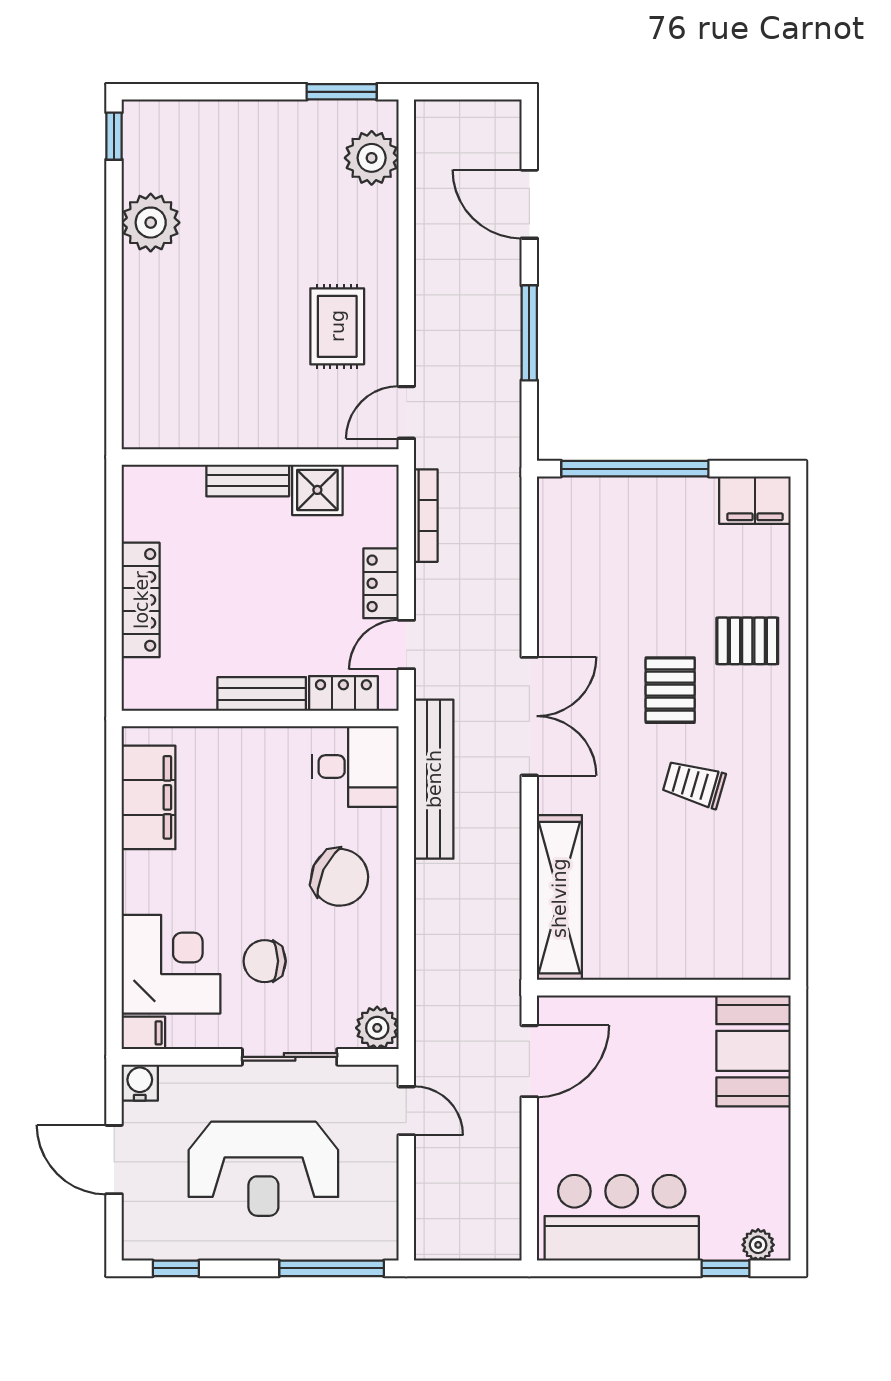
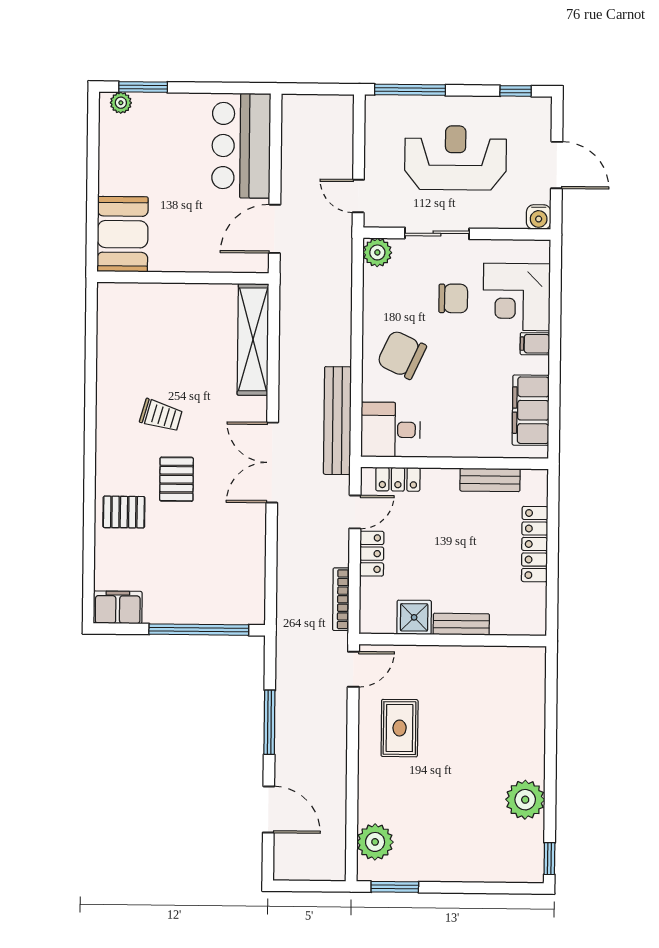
bench: (262, 694) -> (490, 480), moved
filing cabinet: (143, 1033) -> (535, 344), moved
bar counter: (622, 1218) -> (241, 146), moved, turned 90
window: (726, 1268) -> (143, 87), width x1.50

